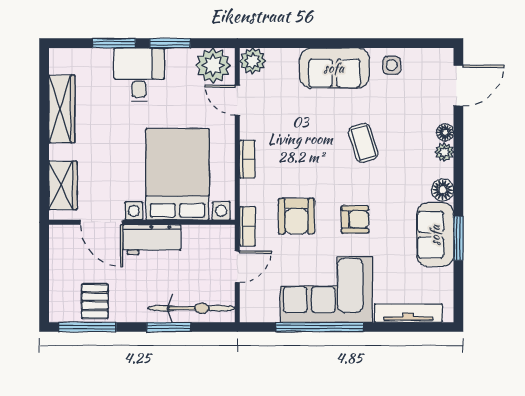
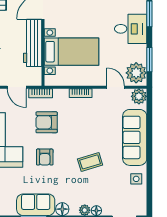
window: (170, 43) -> (149, 60), moved
sofa: (334, 68) -> (135, 137), width x1.36
door: (237, 100) -> (116, 87), hinge flipped
bed with nightstands: (177, 174) -> (72, 52), width x0.73
workbench: (152, 240) -> (33, 43), width x1.38

